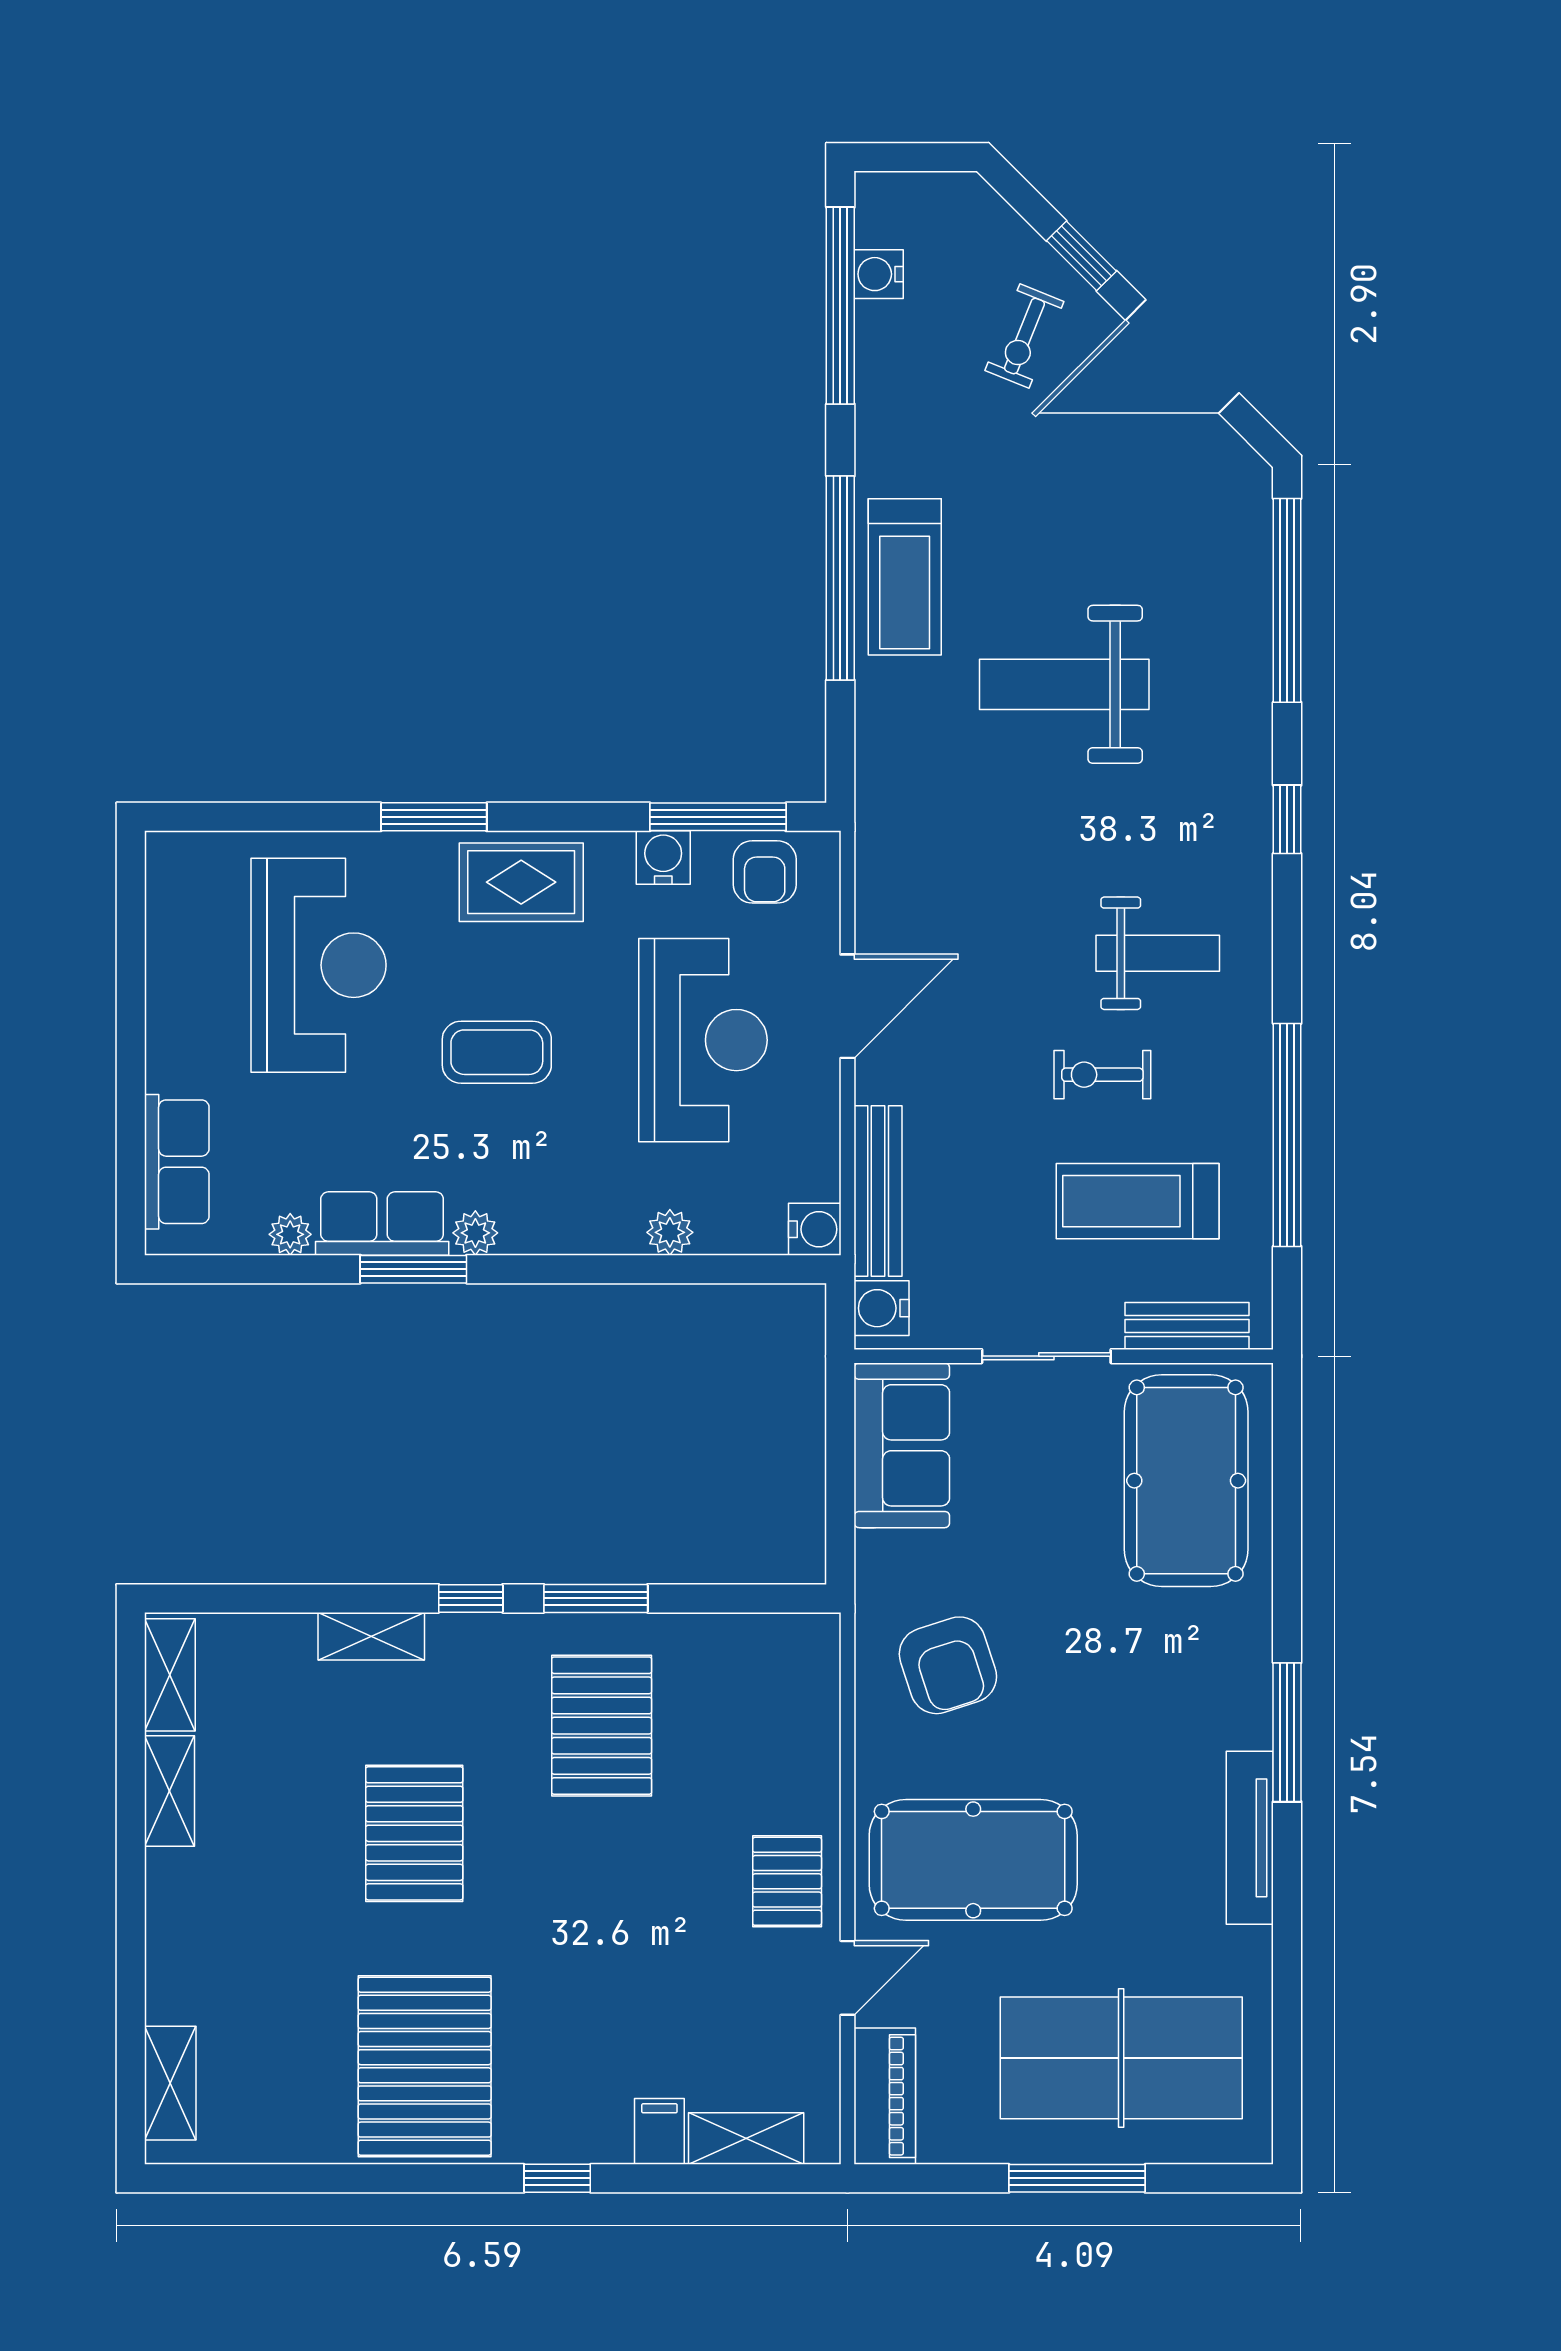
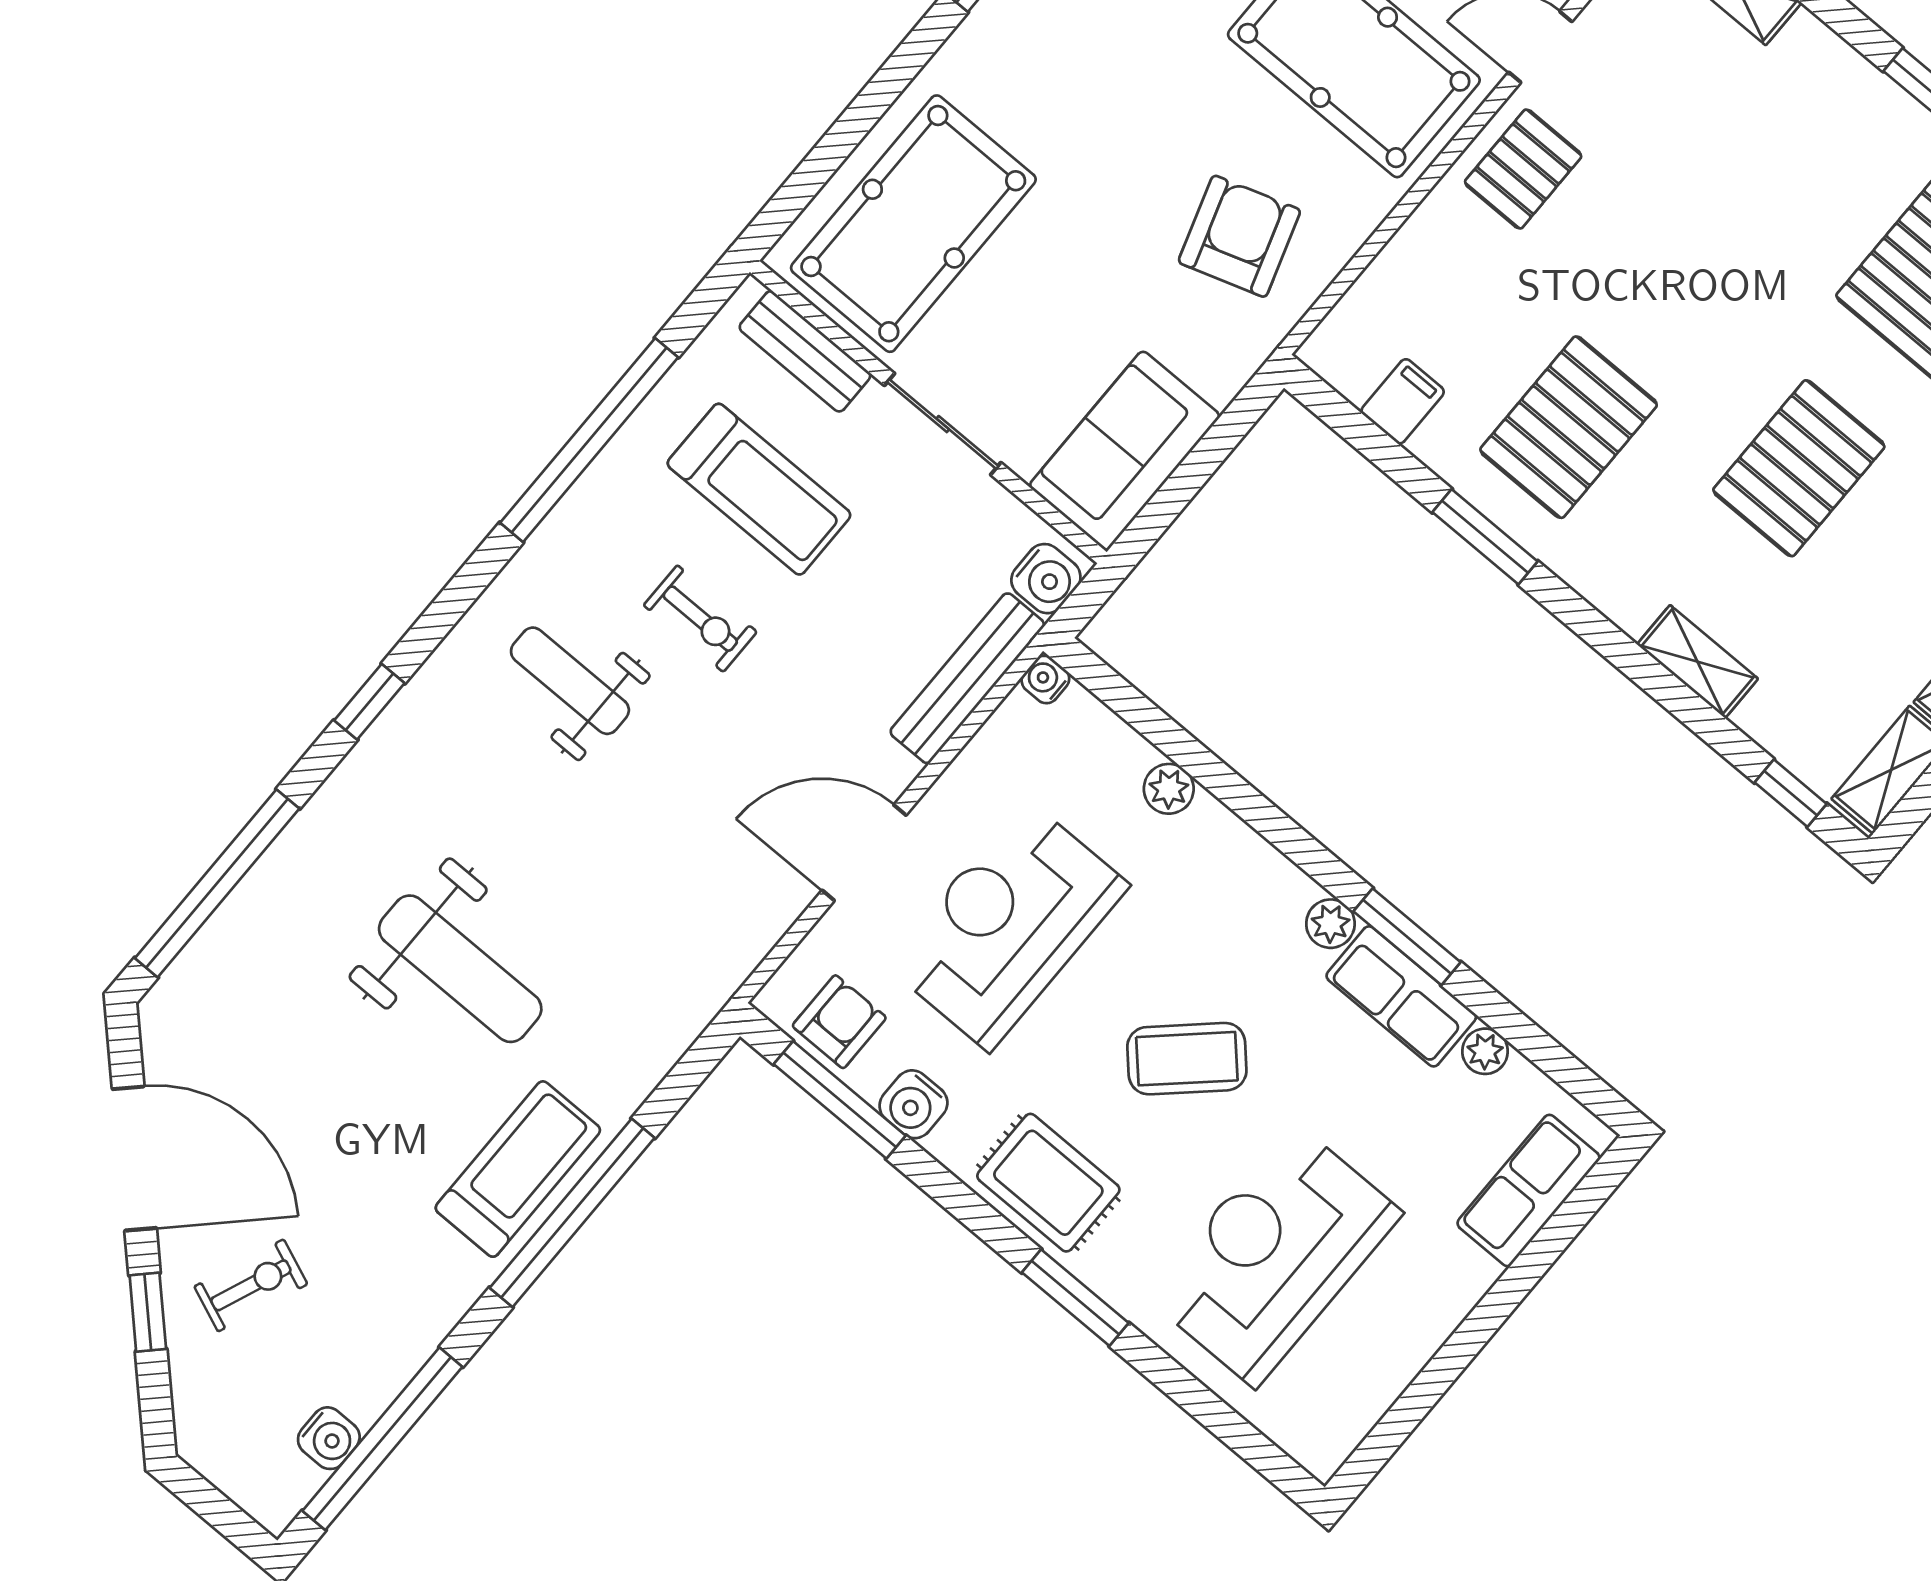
coffee table: (497, 1052) -> (1187, 1059), turned -43
water cooler: (815, 1229) -> (1045, 680), width x0.72, depth x0.72
window: (471, 1598) -> (1791, 793), moved
filing cabinet: (659, 2131) -> (1403, 401), moved, turned 180

